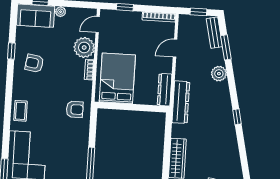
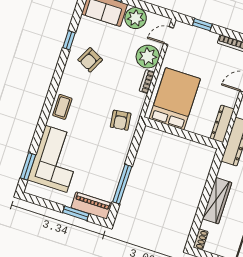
plant: (61, 12) -> (136, 18), width x1.88, depth x1.88
armchair: (34, 63) -> (90, 60), turned -72
armchair: (75, 109) -> (121, 120), turned 83

